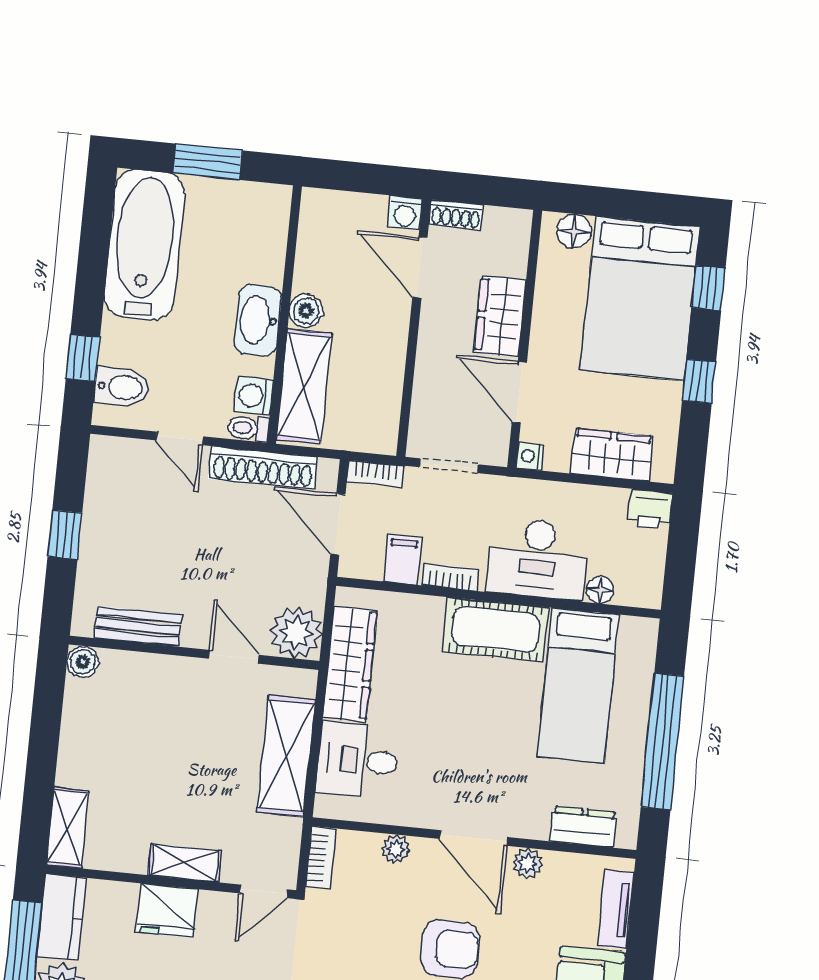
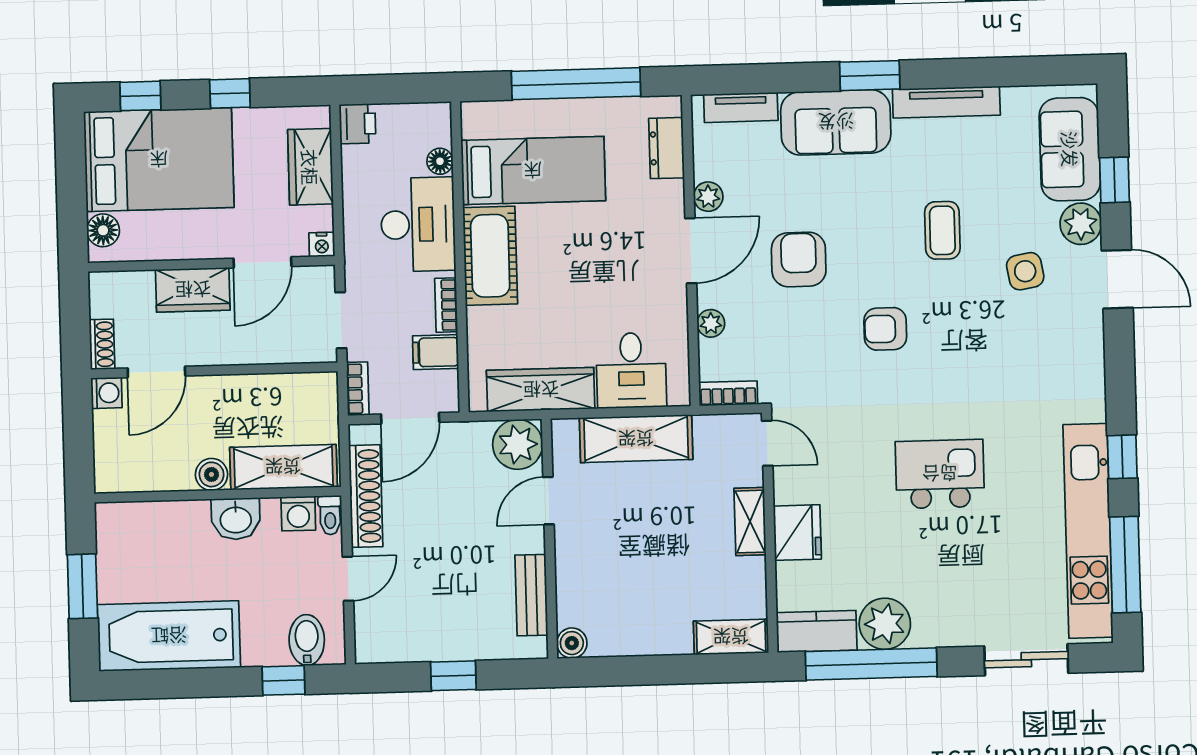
washbasin: (258, 320) -> (236, 519), width x0.72

